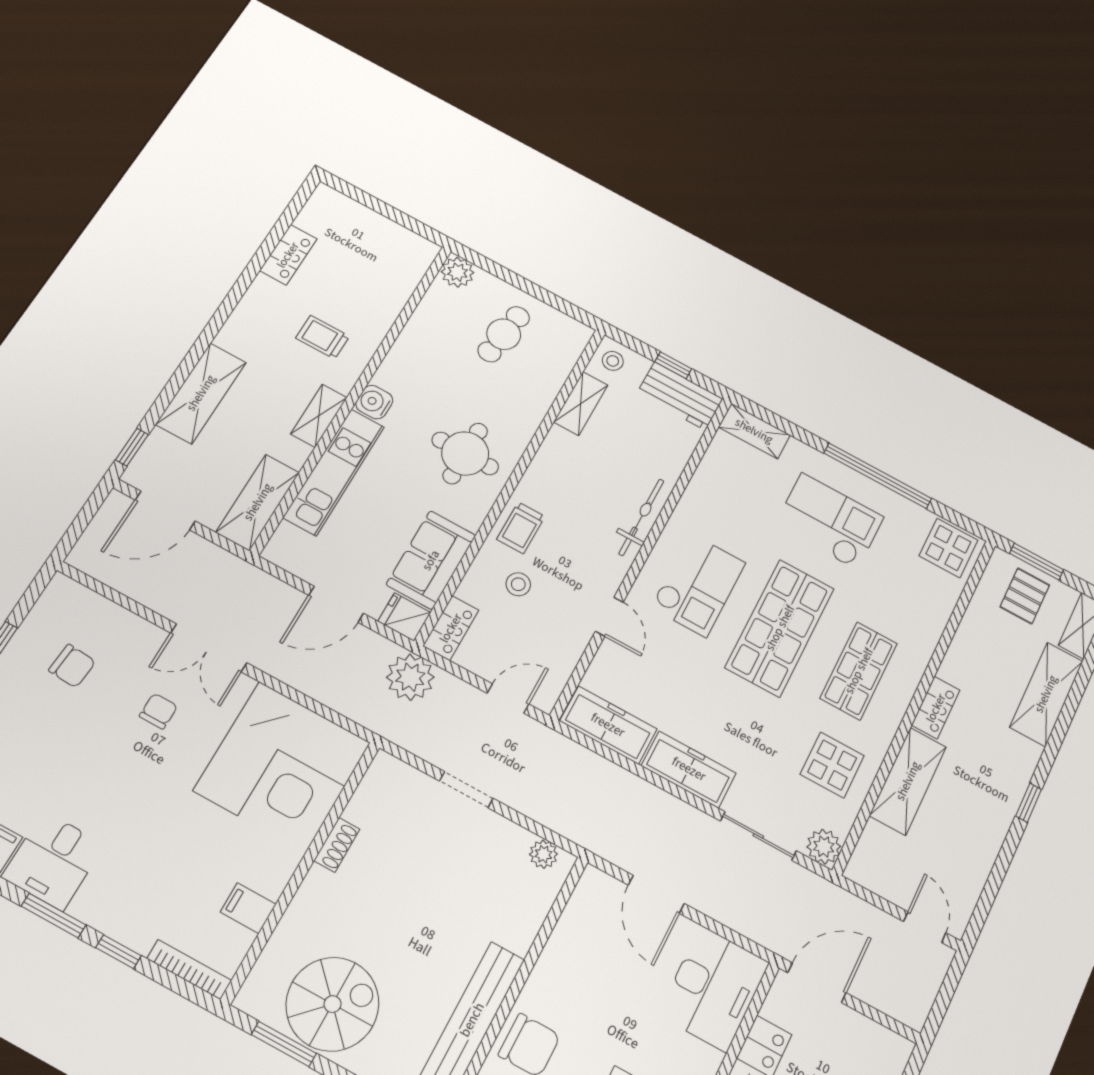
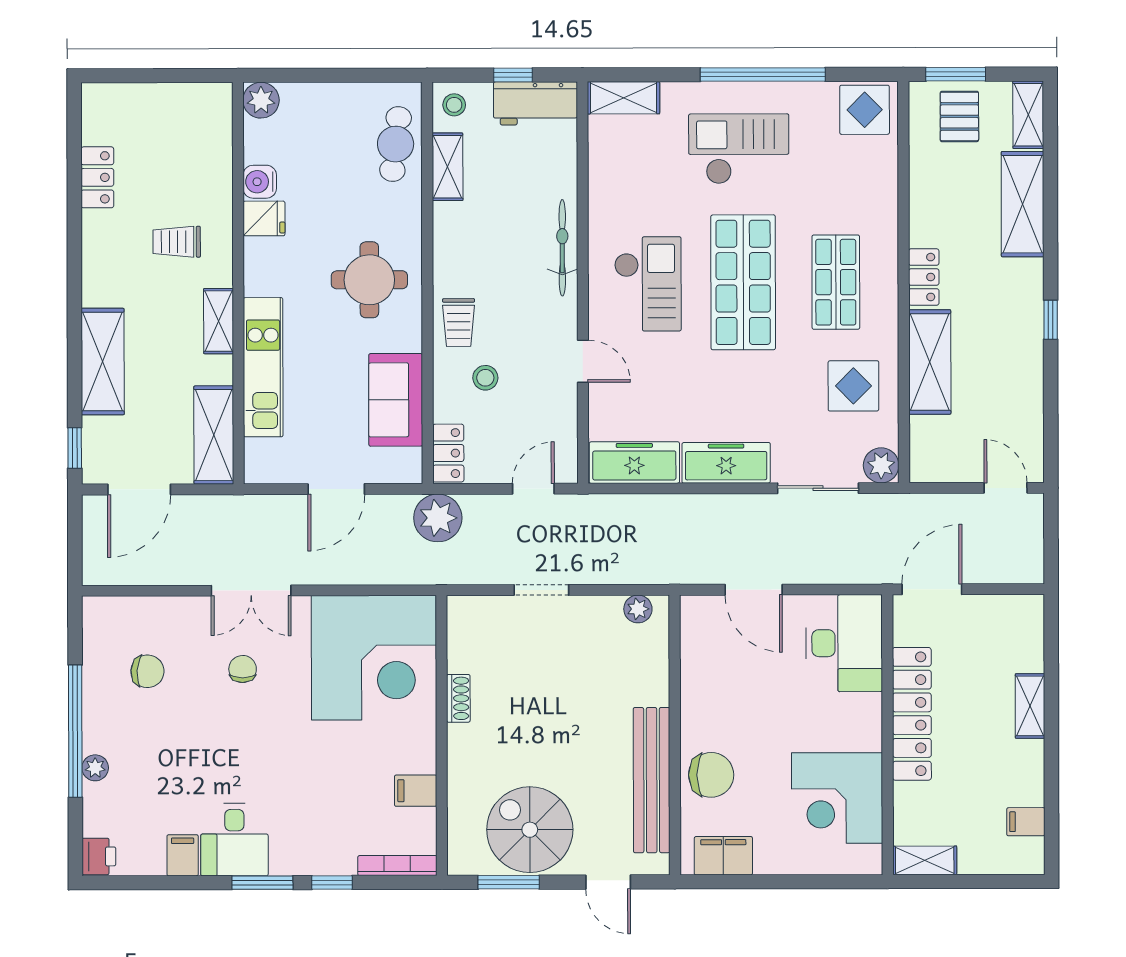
cafe table: (504, 334) -> (396, 144), moved
water cooler: (374, 402) -> (260, 182), moved
fridge: (404, 617) -> (264, 218), moved, turned 180
spiral stairs: (333, 1004) -> (530, 830), turned -90

